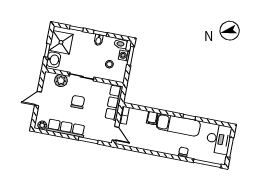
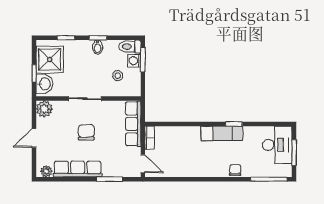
plant: (61, 81) -> (44, 109), moved
filing cabinet: (152, 118) -> (186, 134), removed
exam couch: (178, 125) -> (222, 133), width x0.73, depth x0.69

